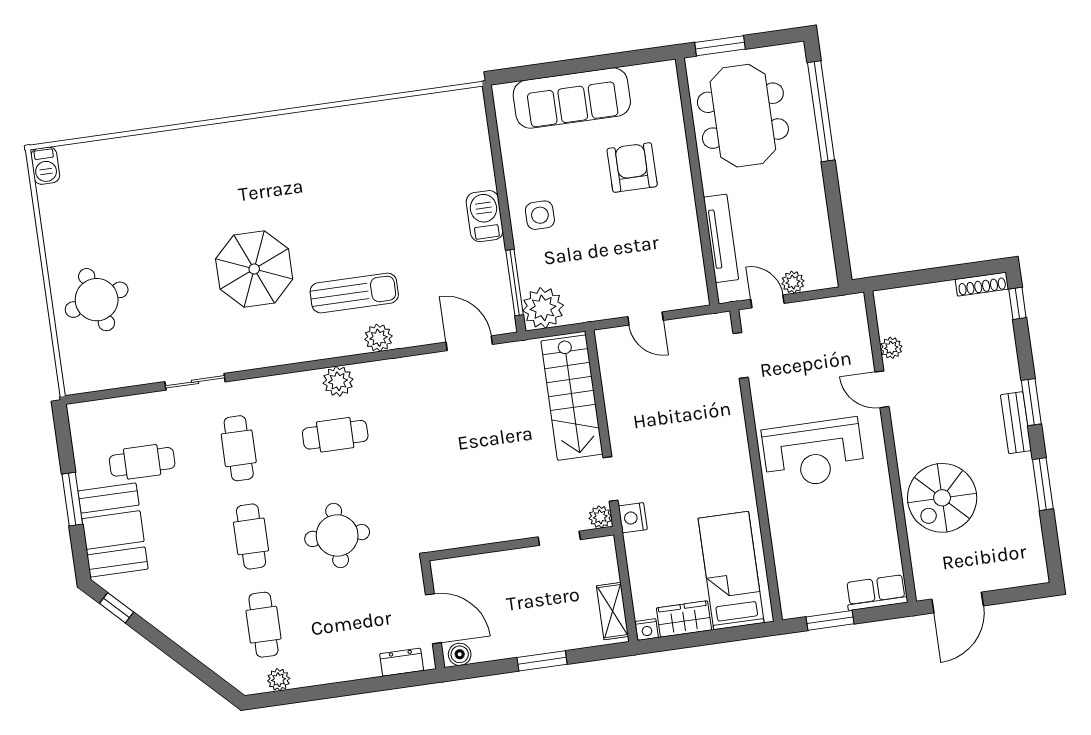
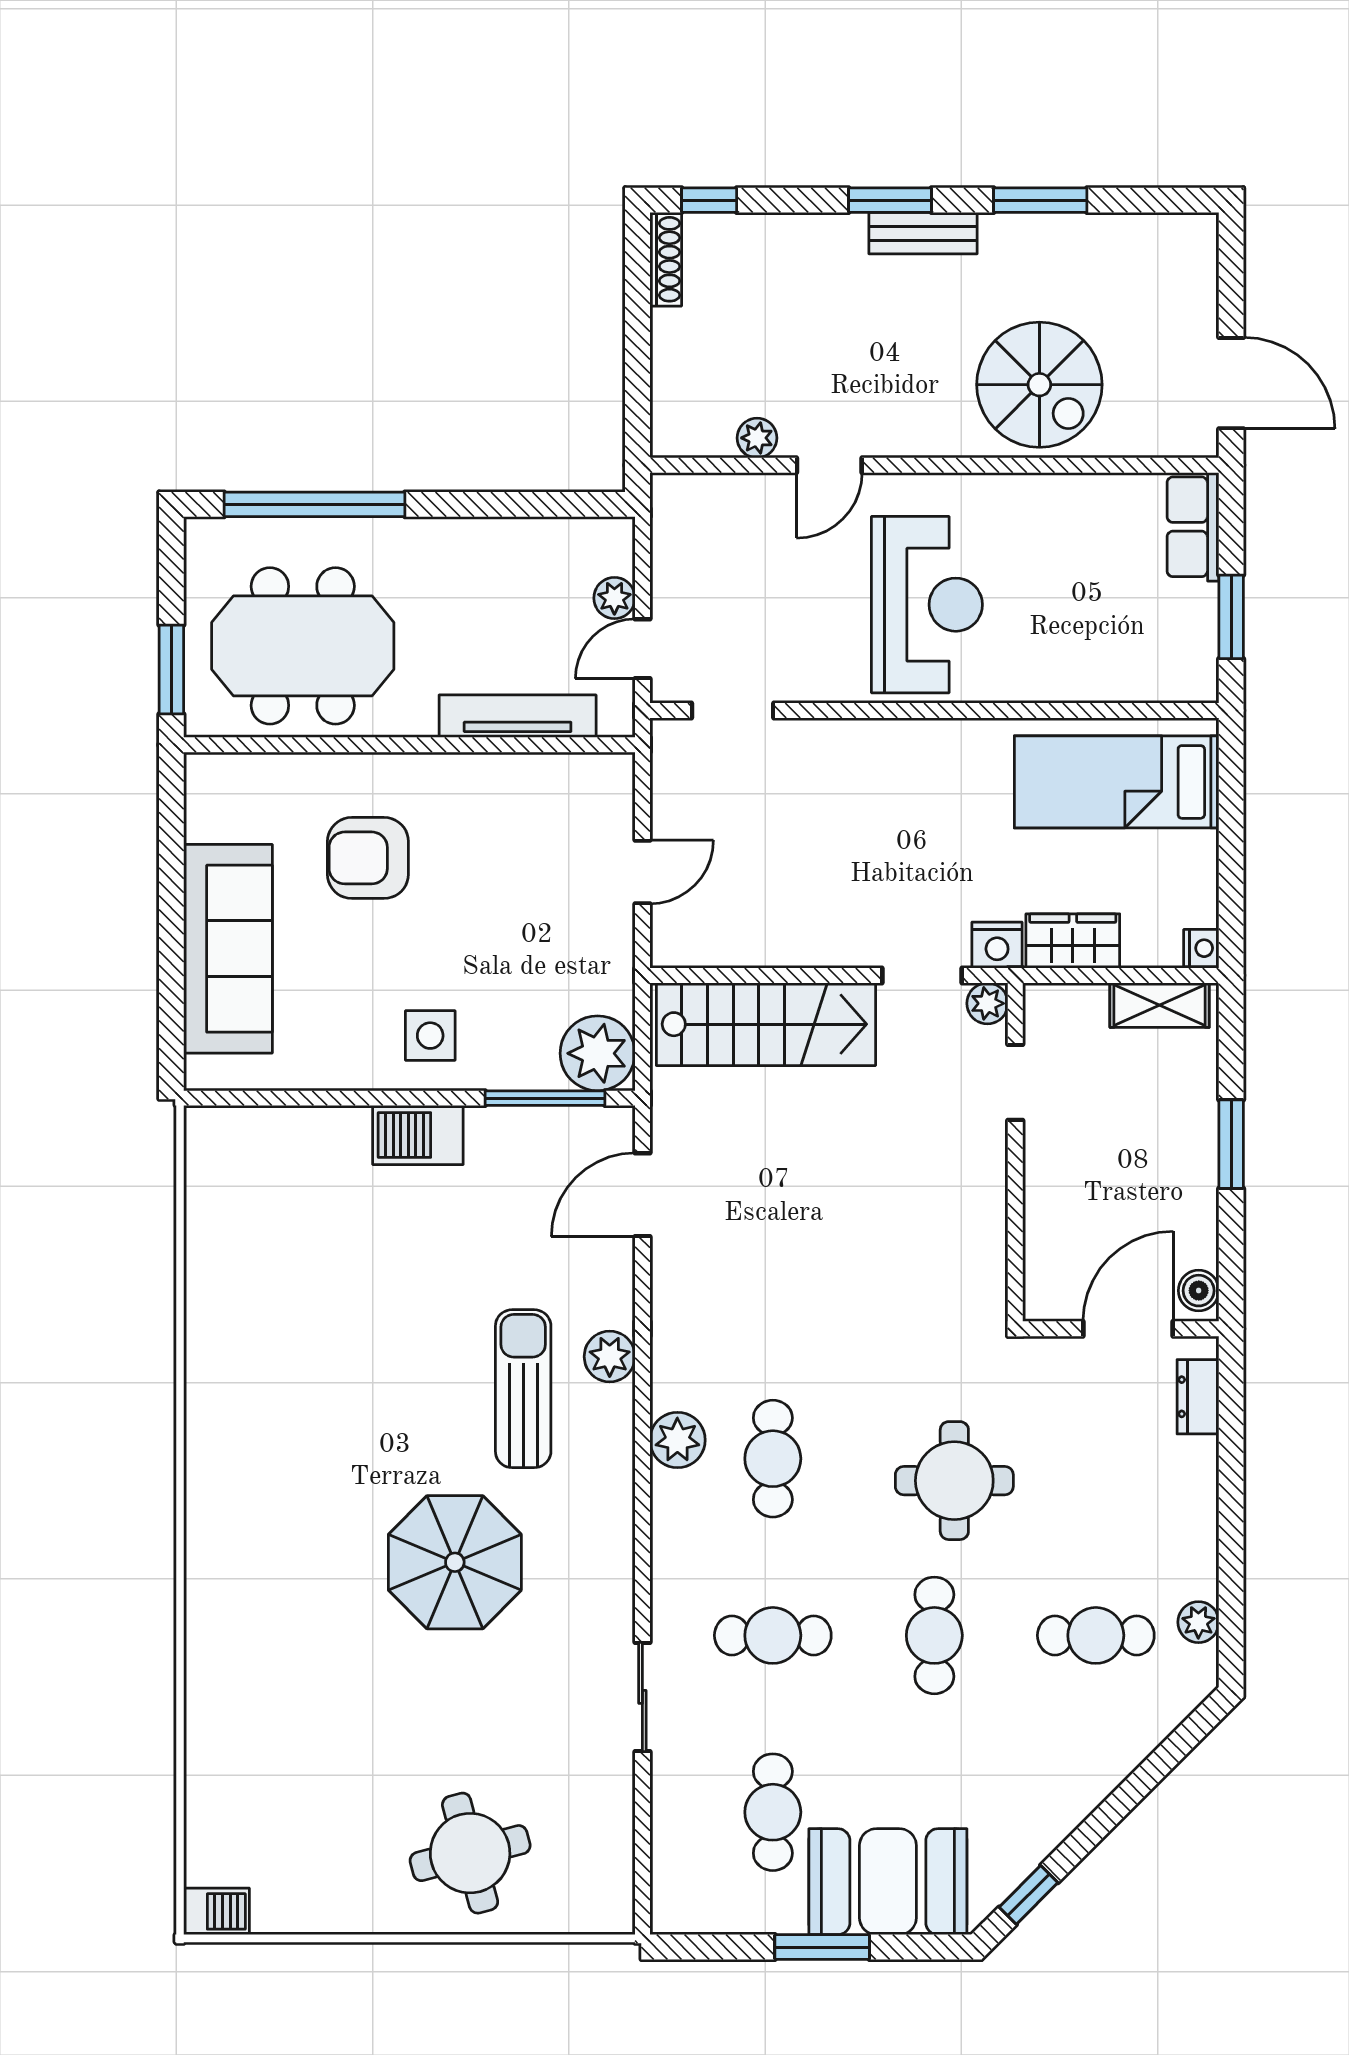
cafe table: (251, 536) -> (934, 1635), turned 90
wardrobe: (684, 619) -> (1073, 941), moved, turned 90

